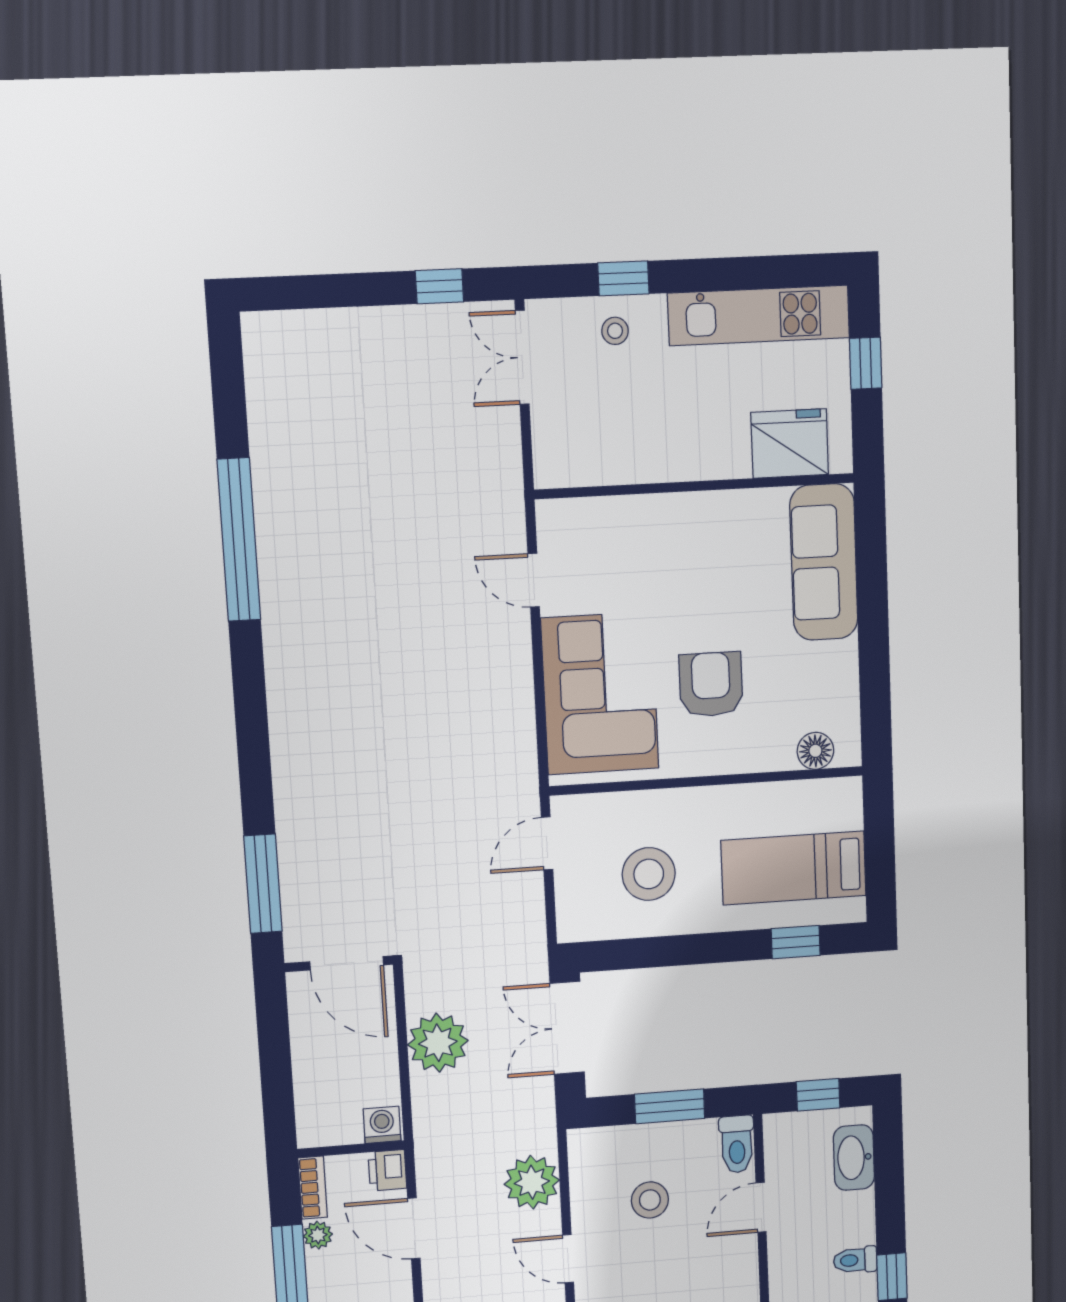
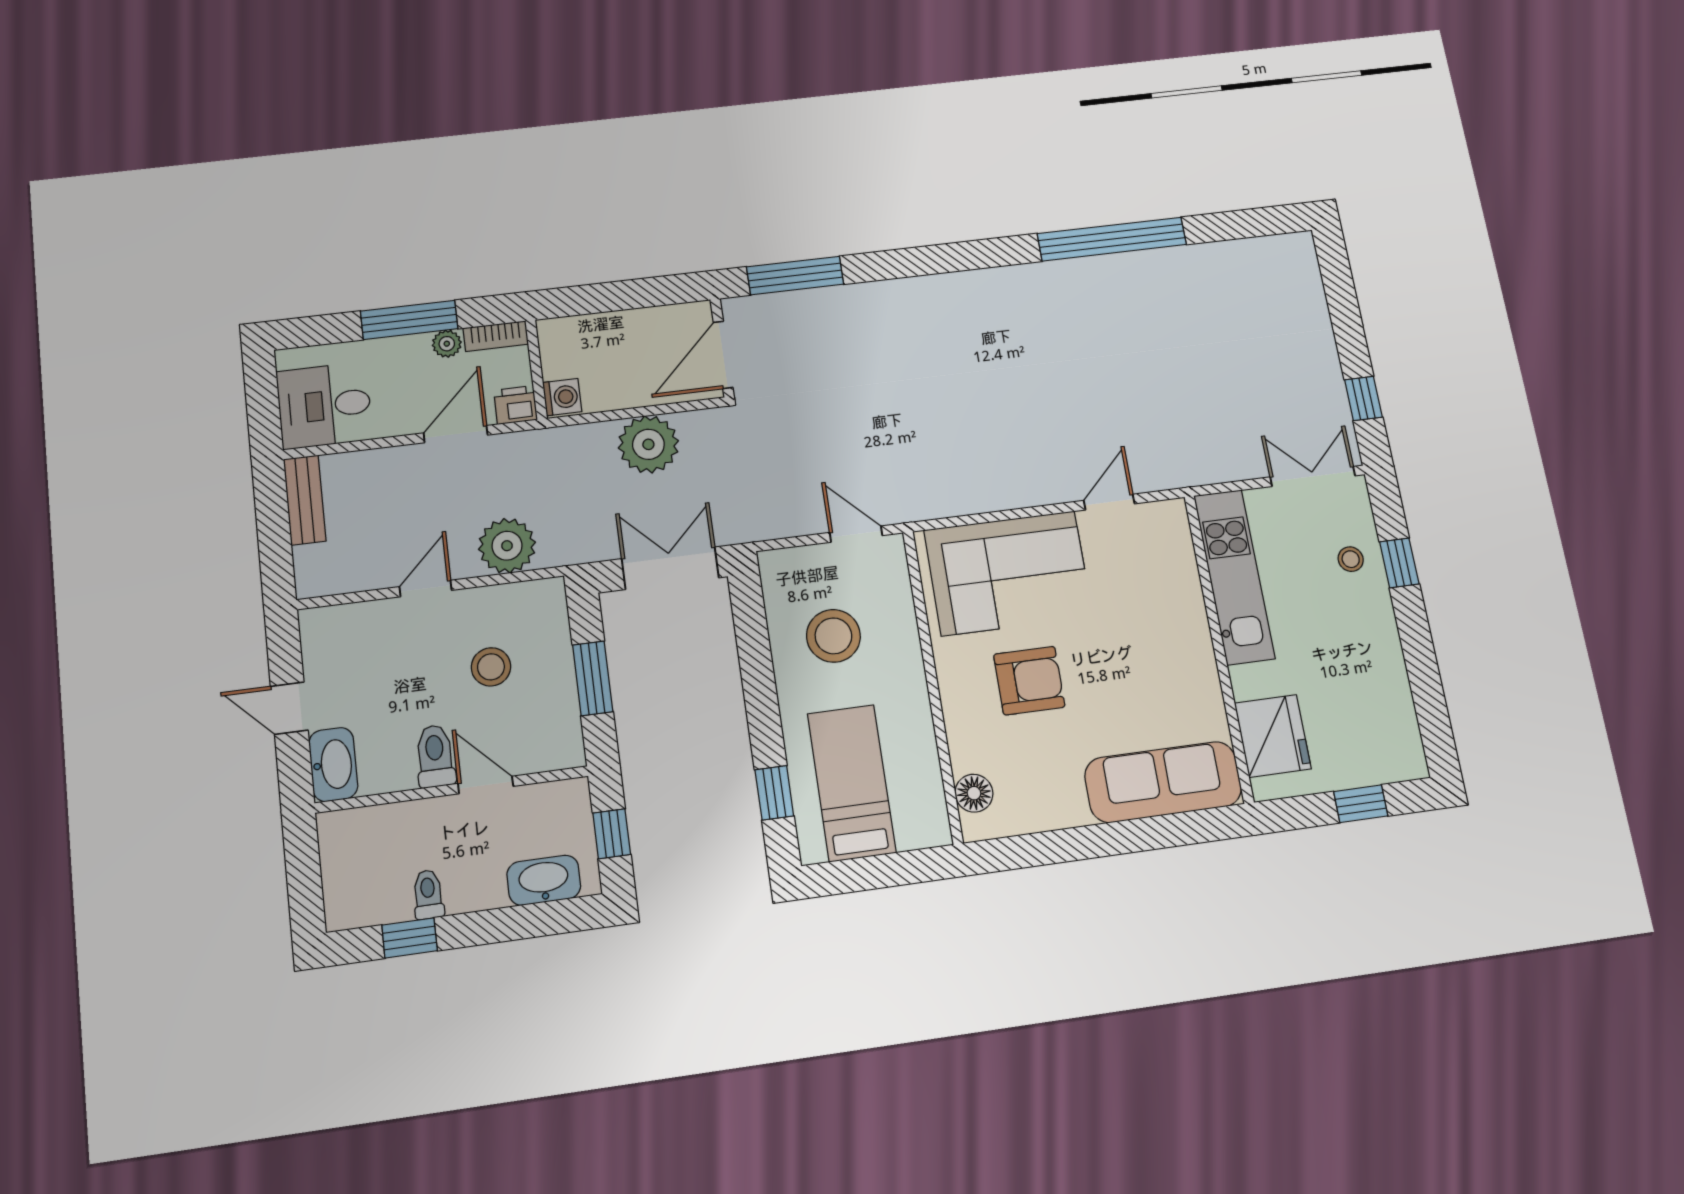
kitchen unit: (759, 315) -> (1234, 577), moved, turned 180
toilet: (737, 1144) -> (435, 756), moved, turned 90

